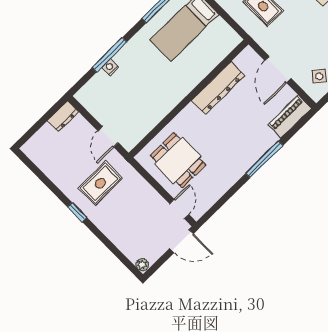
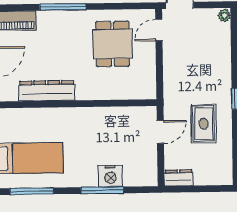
nightstand: (110, 67) -> (110, 176), width x1.89, depth x1.79
dining table: (178, 160) -> (113, 44), moved
rug: (100, 183) -> (204, 124), moved, turned 90

